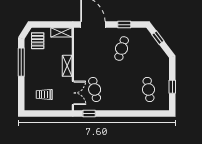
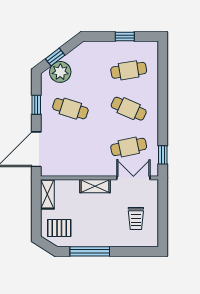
plant: (147, 41) -> (60, 72), added
cafe table: (122, 89) -> (129, 109), added

